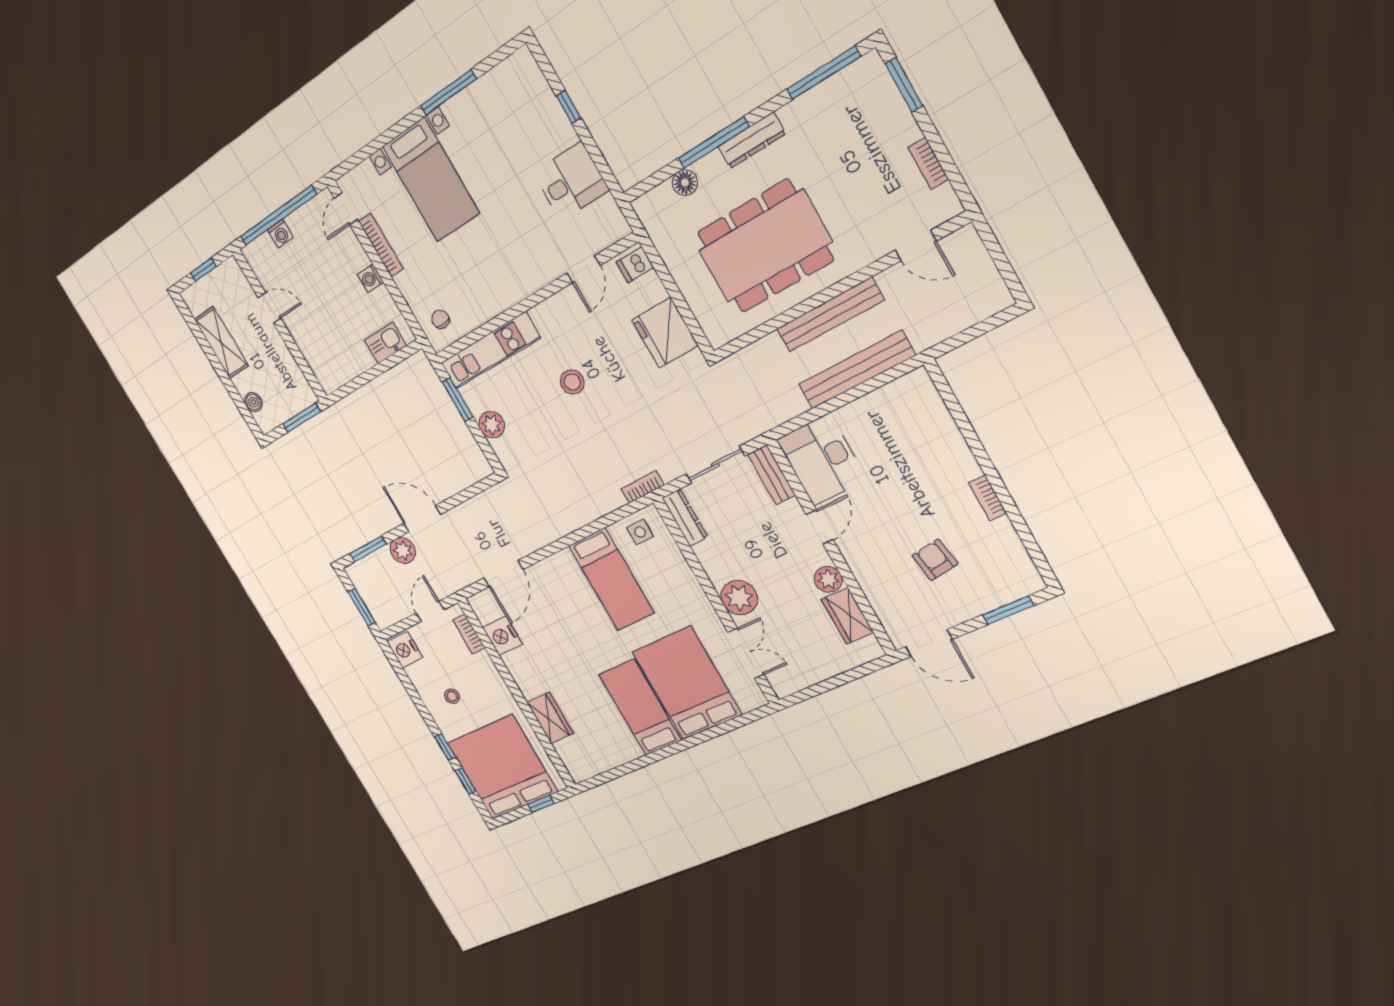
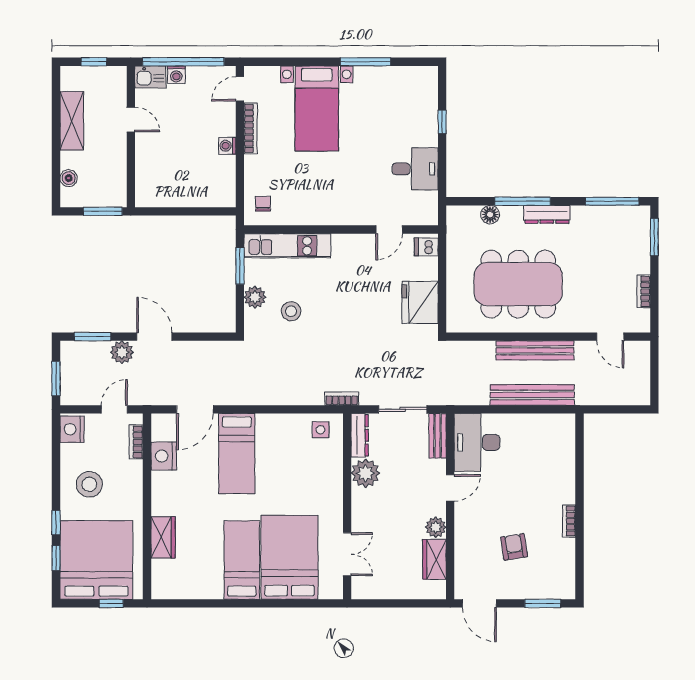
kitchen sink: (385, 343) -> (150, 77), moved, turned 180
stool: (572, 382) -> (291, 311), moved
bed: (611, 579) -> (237, 454), moved
plant: (739, 598) -> (365, 473), moved
stool: (452, 696) -> (89, 484), width x1.89, depth x1.89

